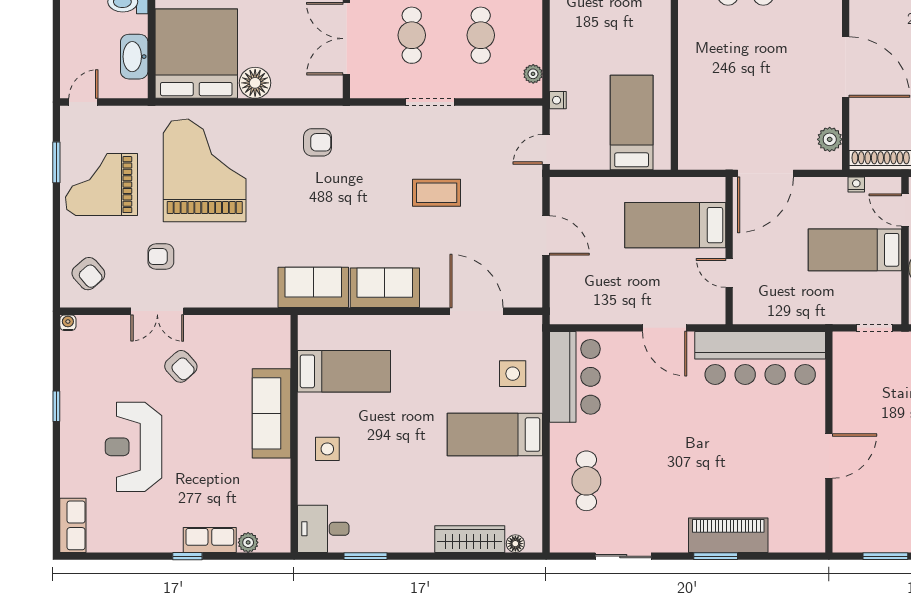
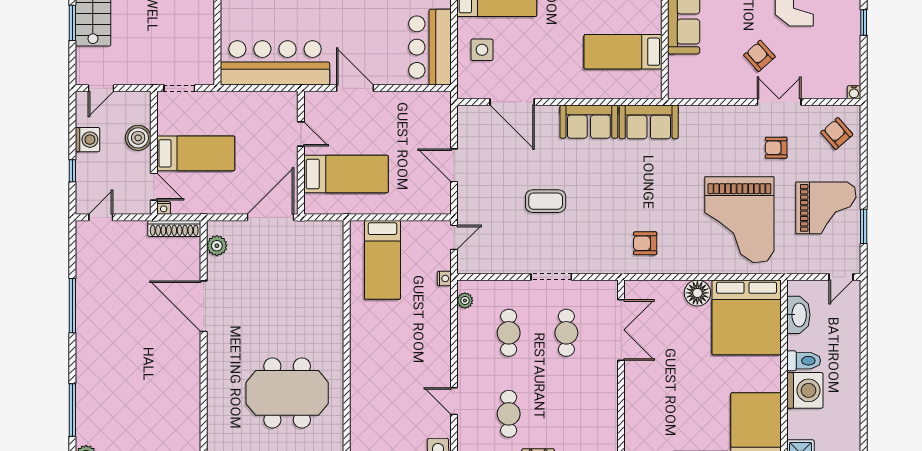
nightstand: (856, 185) -> (164, 208), moved
armchair: (161, 257) -> (776, 148), turned 180

